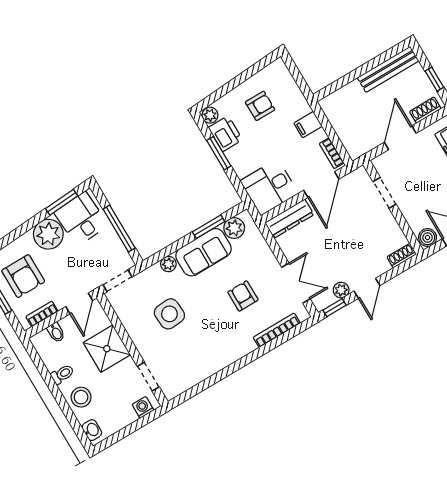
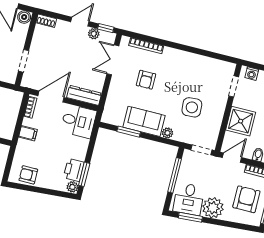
armchair: (260, 106) -> (28, 175), moved
window: (219, 153) -> (84, 174), moved
plant: (234, 228) -> (116, 118), removed

